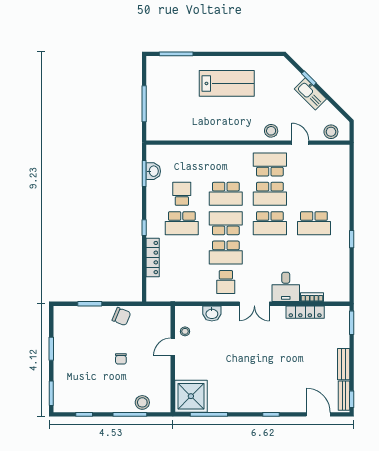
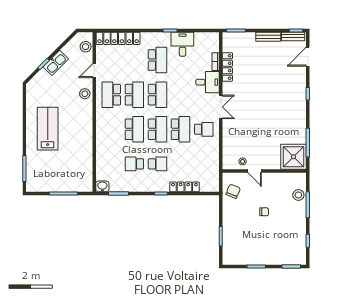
washbasin: (153, 171) -> (102, 186), moved
locker: (342, 173) -> (118, 38), added
school desk: (182, 223) -> (157, 164), width x0.54
school desk: (226, 223) -> (157, 129), turned 180
desk: (334, 255) -> (182, 44), added
washbasin: (212, 313) -> (228, 140), removed
chair: (121, 317) -> (233, 191), moved

